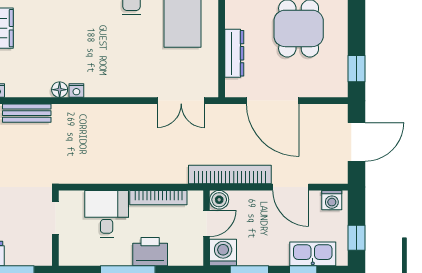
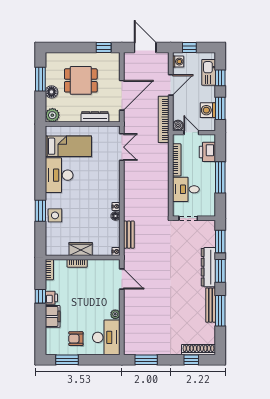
window: (356, 238) -> (189, 48), moved
printer: (150, 252) -> (207, 152), moved
washing machine: (223, 252) -> (208, 110), moved

